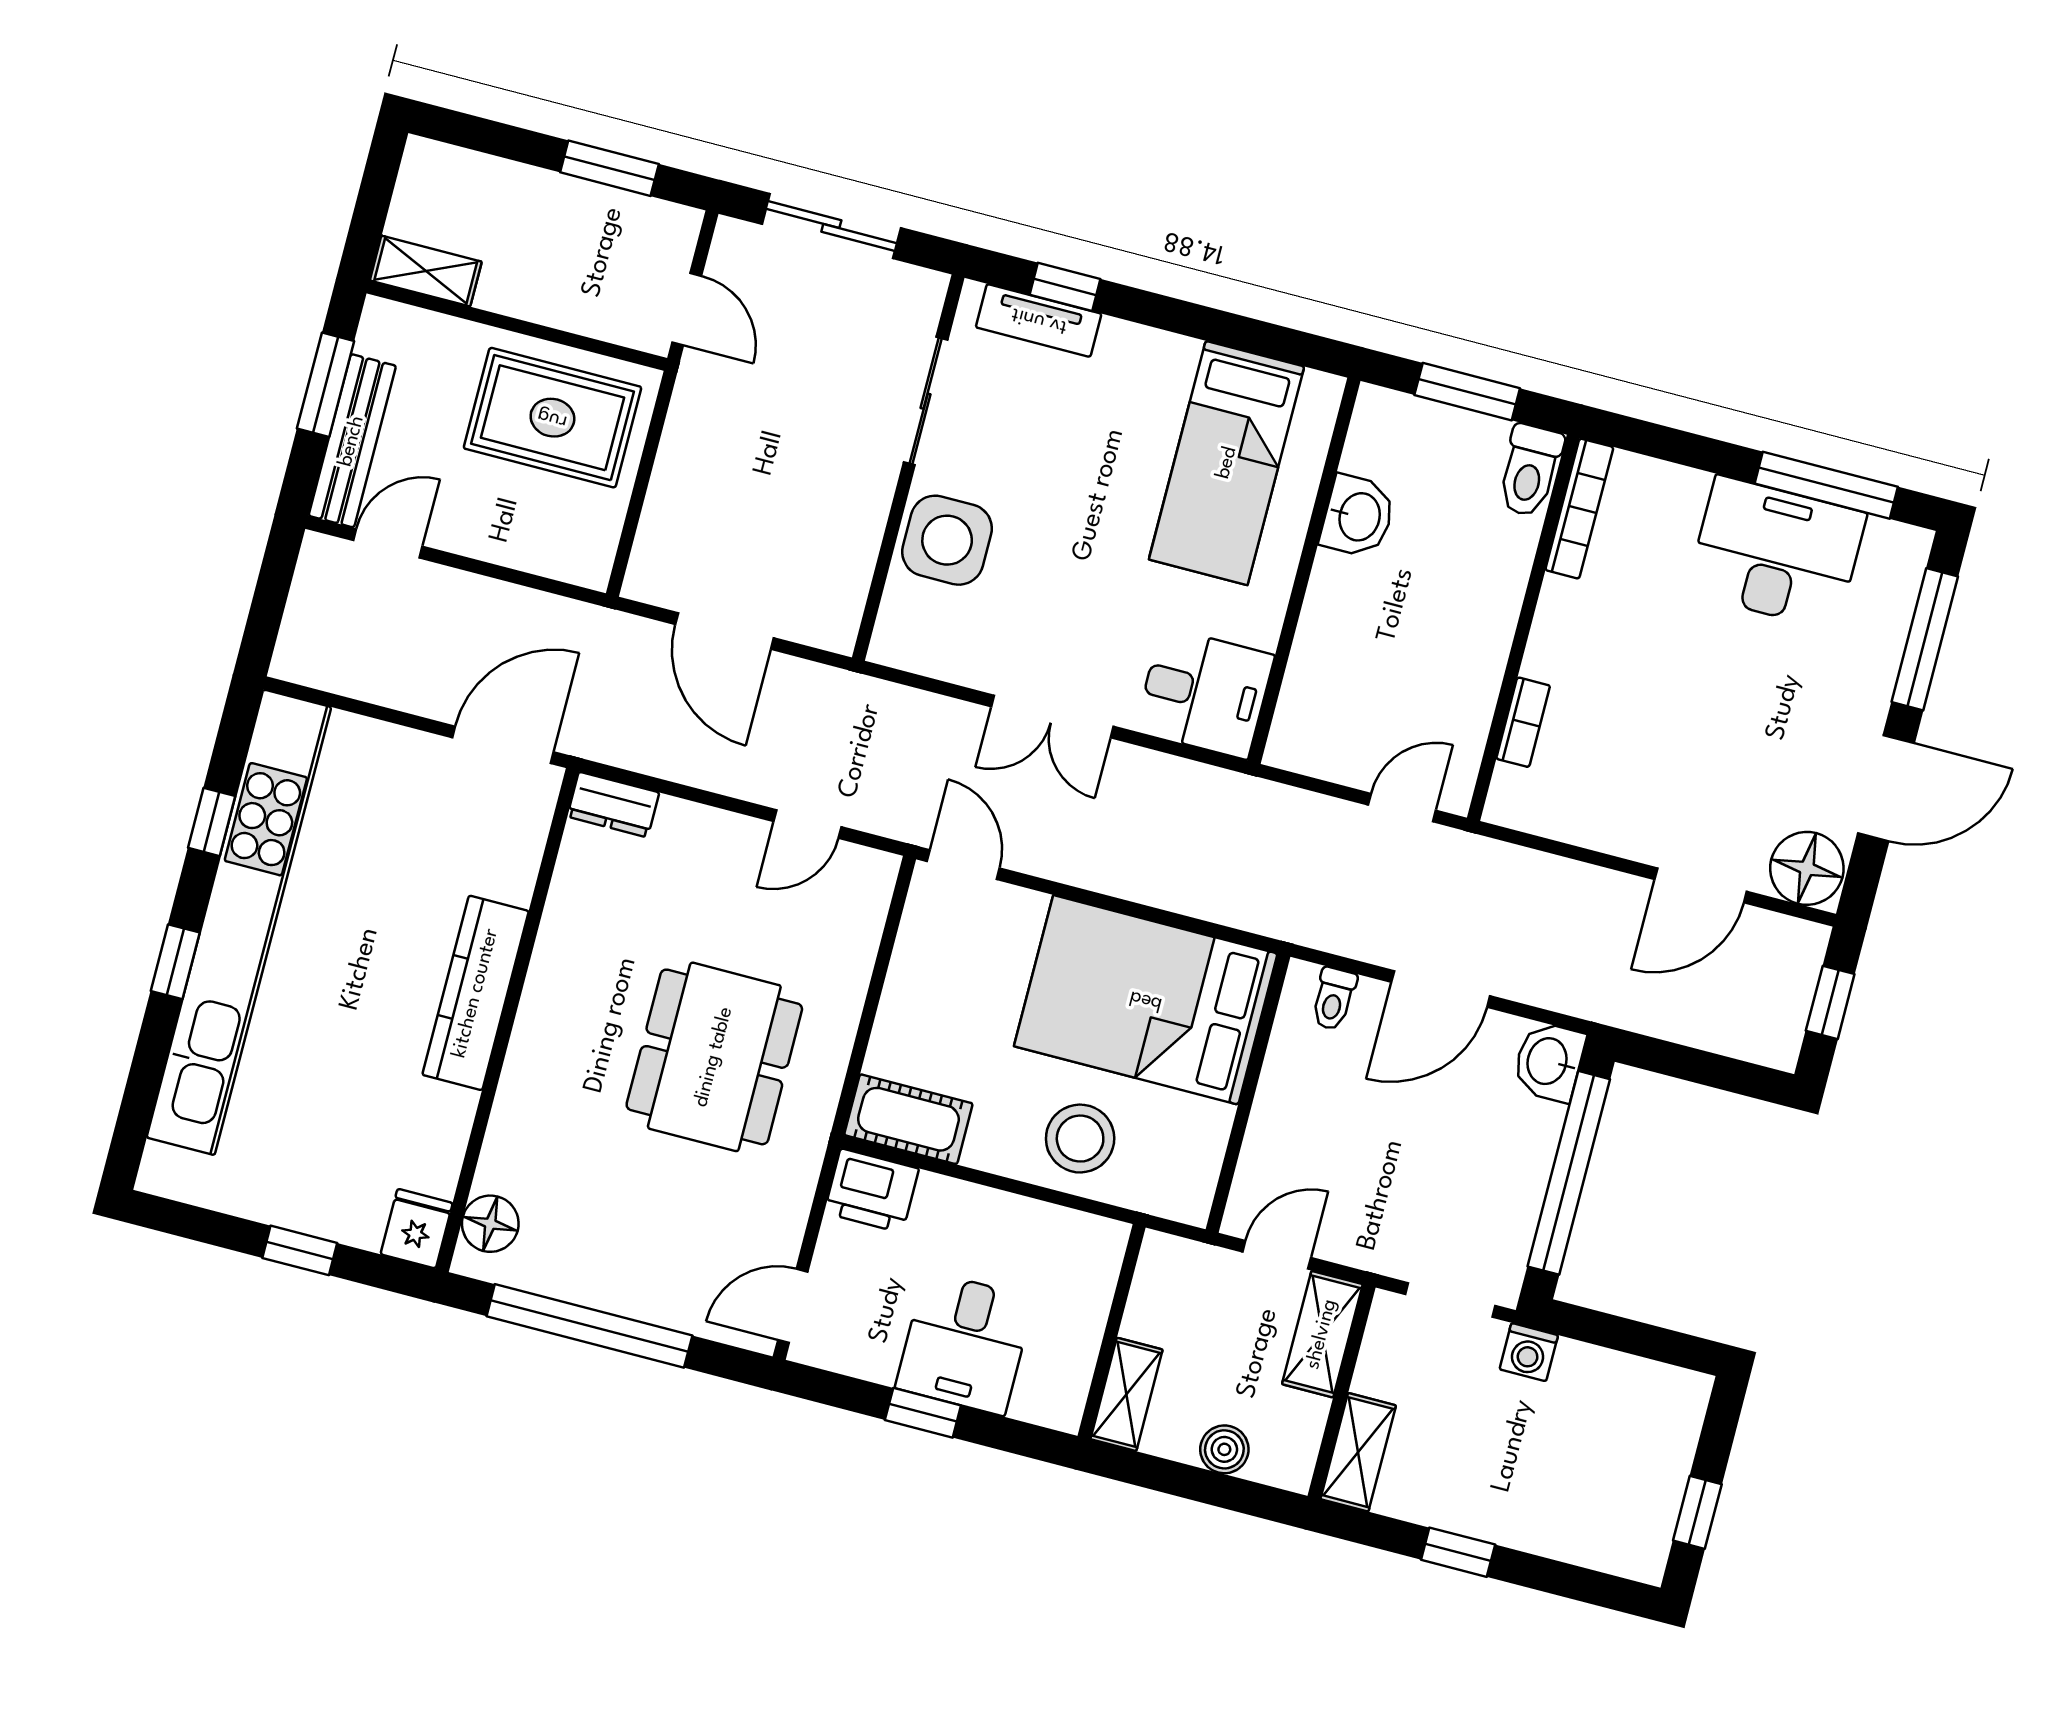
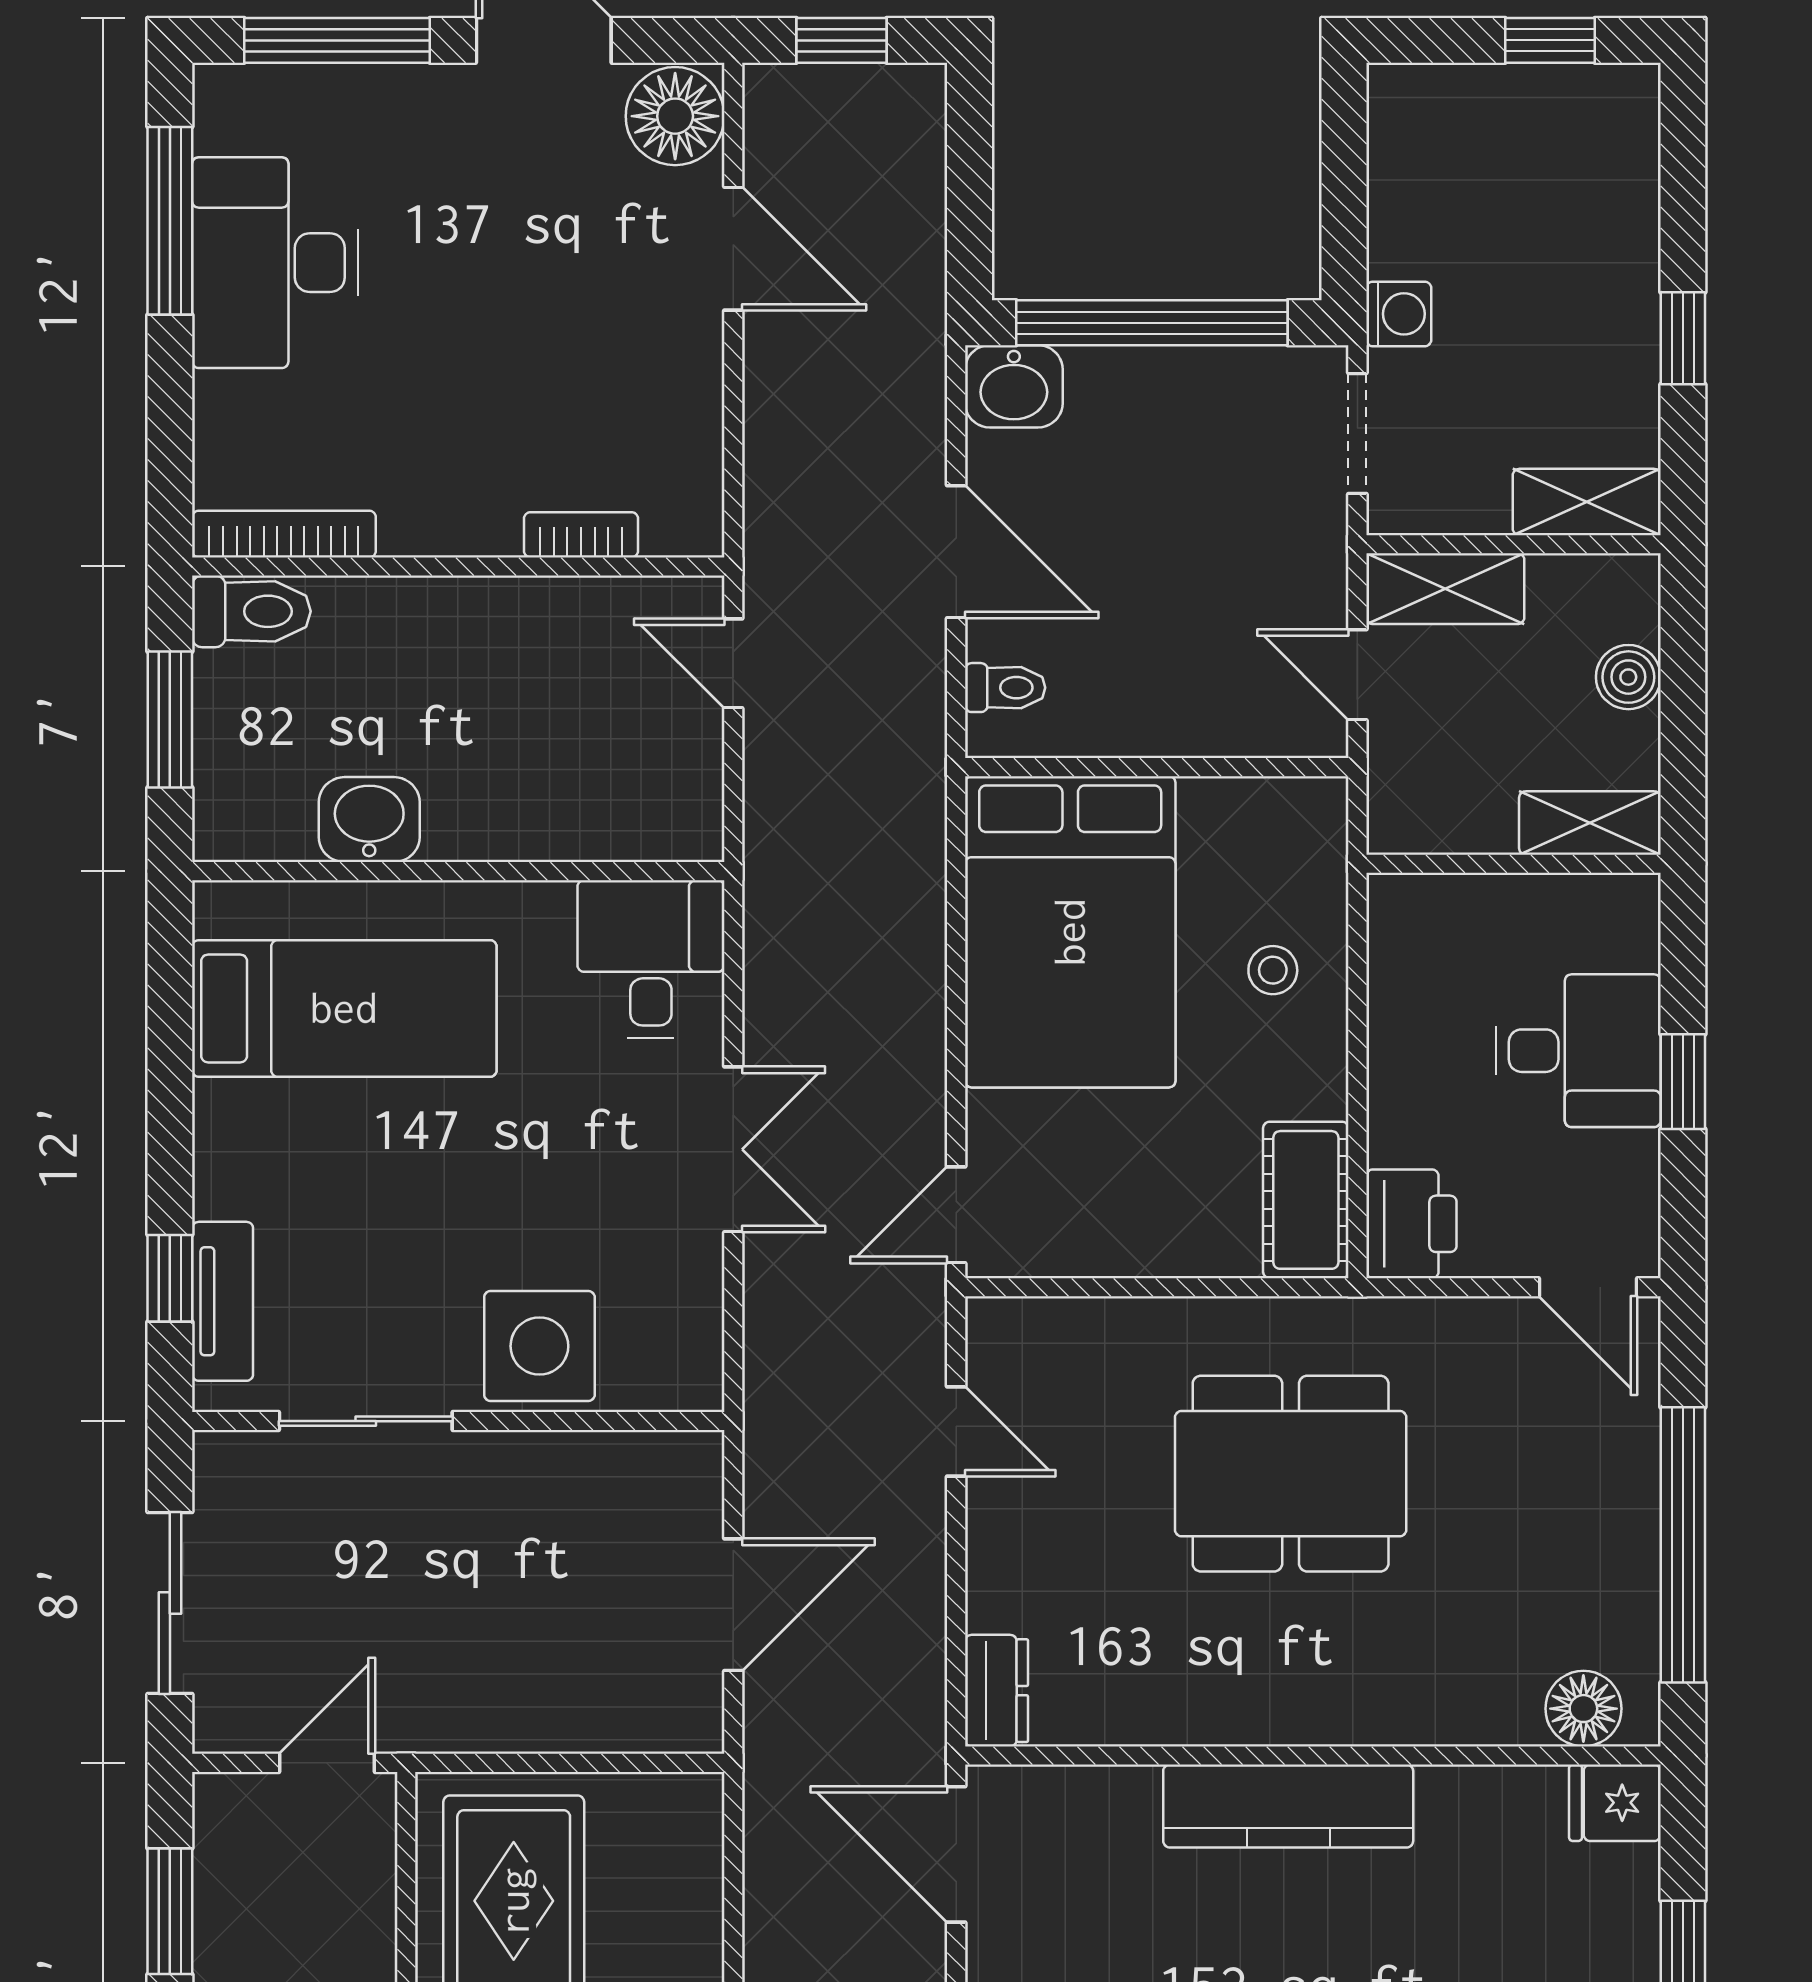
stool: (1080, 1139) -> (1273, 970), width x0.53, depth x0.53

